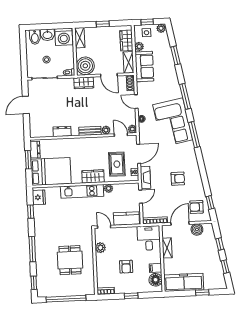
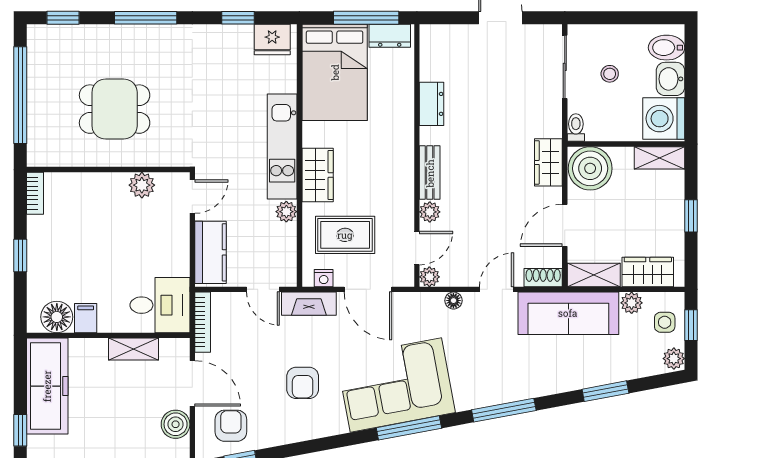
sofa: (144, 67) -> (568, 313), width x1.36
corner sofa: (173, 122) -> (396, 385), moved
window: (28, 160) -> (366, 18), width x1.44
armchair: (126, 267) -> (92, 246), removed

